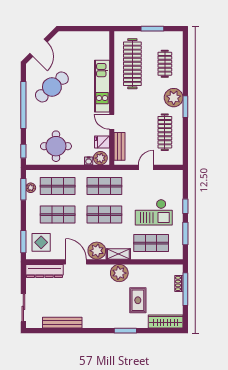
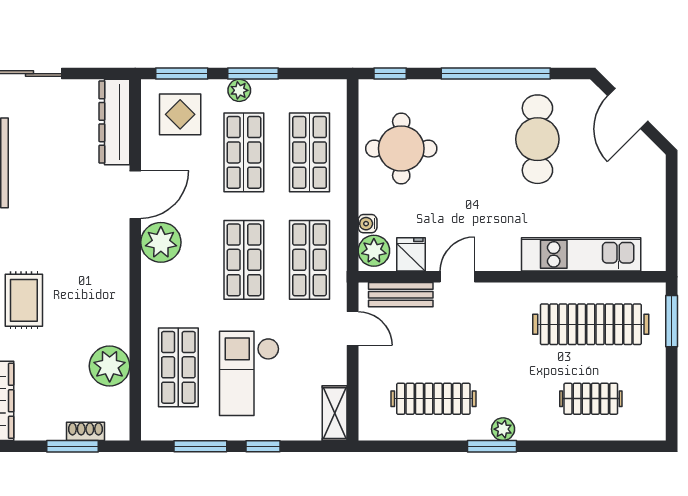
window: (152, 29) -> (672, 321), moved
door: (39, 48) -> (628, 109), hinge flipped
kitchen unit: (102, 86) -> (581, 254), moved
cafe table: (52, 87) -> (537, 139), turned 41
plant: (174, 98) -> (503, 429), width x0.53, depth x0.53
door: (146, 167) -> (353, 329), moved
plant: (31, 188) -> (239, 90), moved
window: (23, 189) -> (253, 74), moved
shelving: (118, 254) -> (335, 413), moved
plant: (119, 273) -> (110, 366), moved
window: (185, 289) -> (73, 446), width x0.69
rug: (138, 300) -> (24, 300), moved, turned 90

